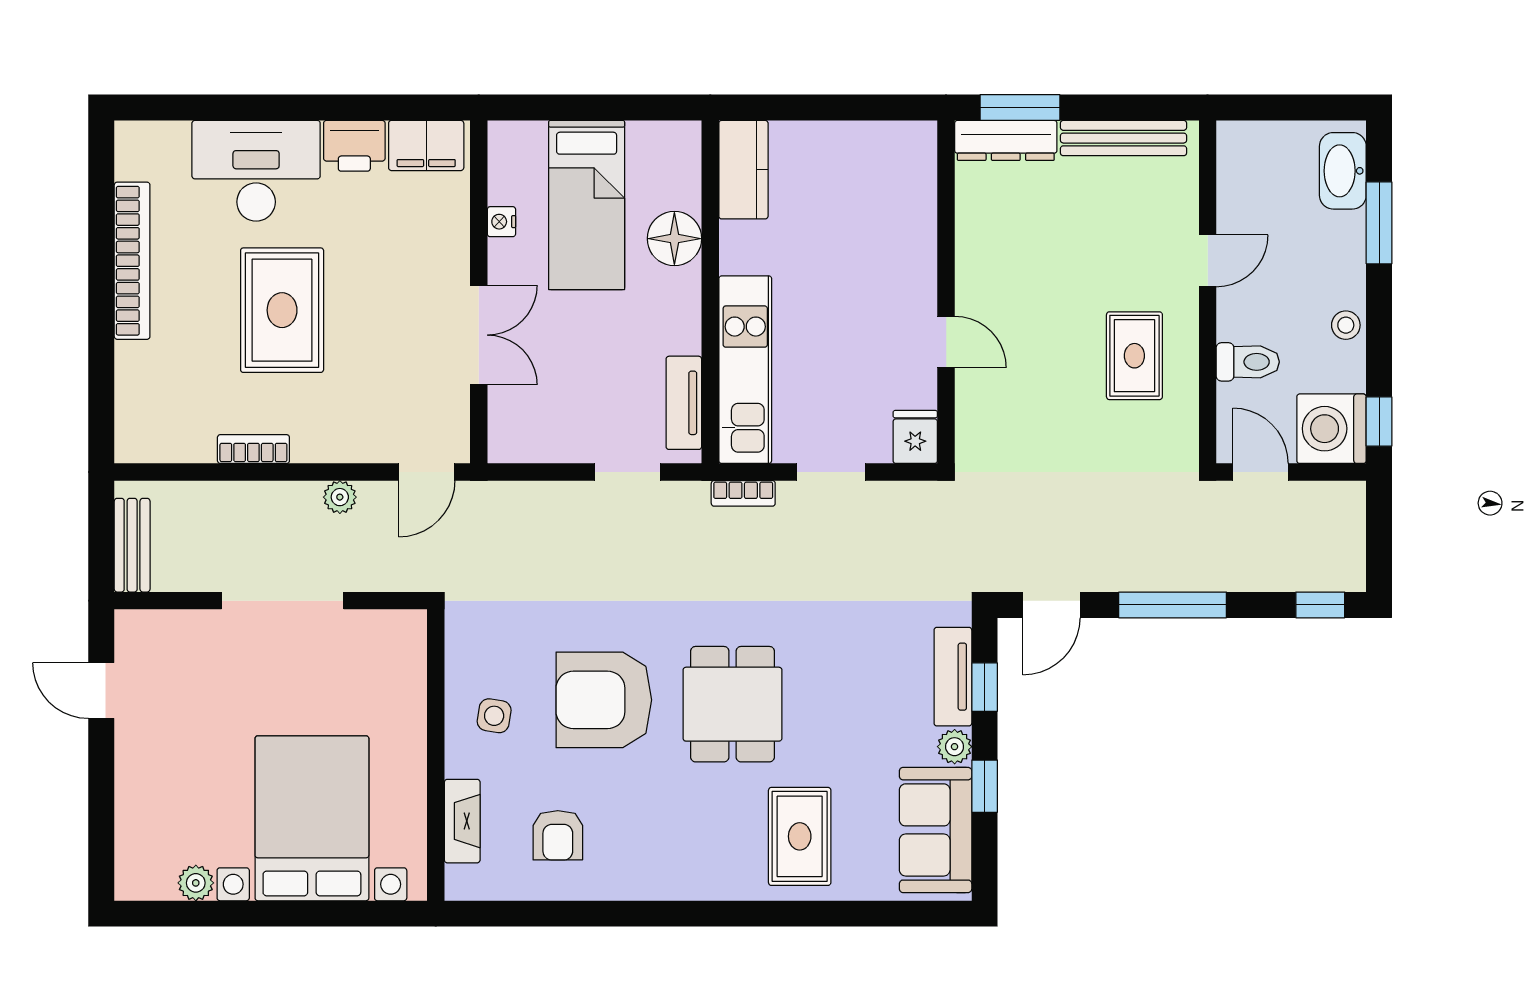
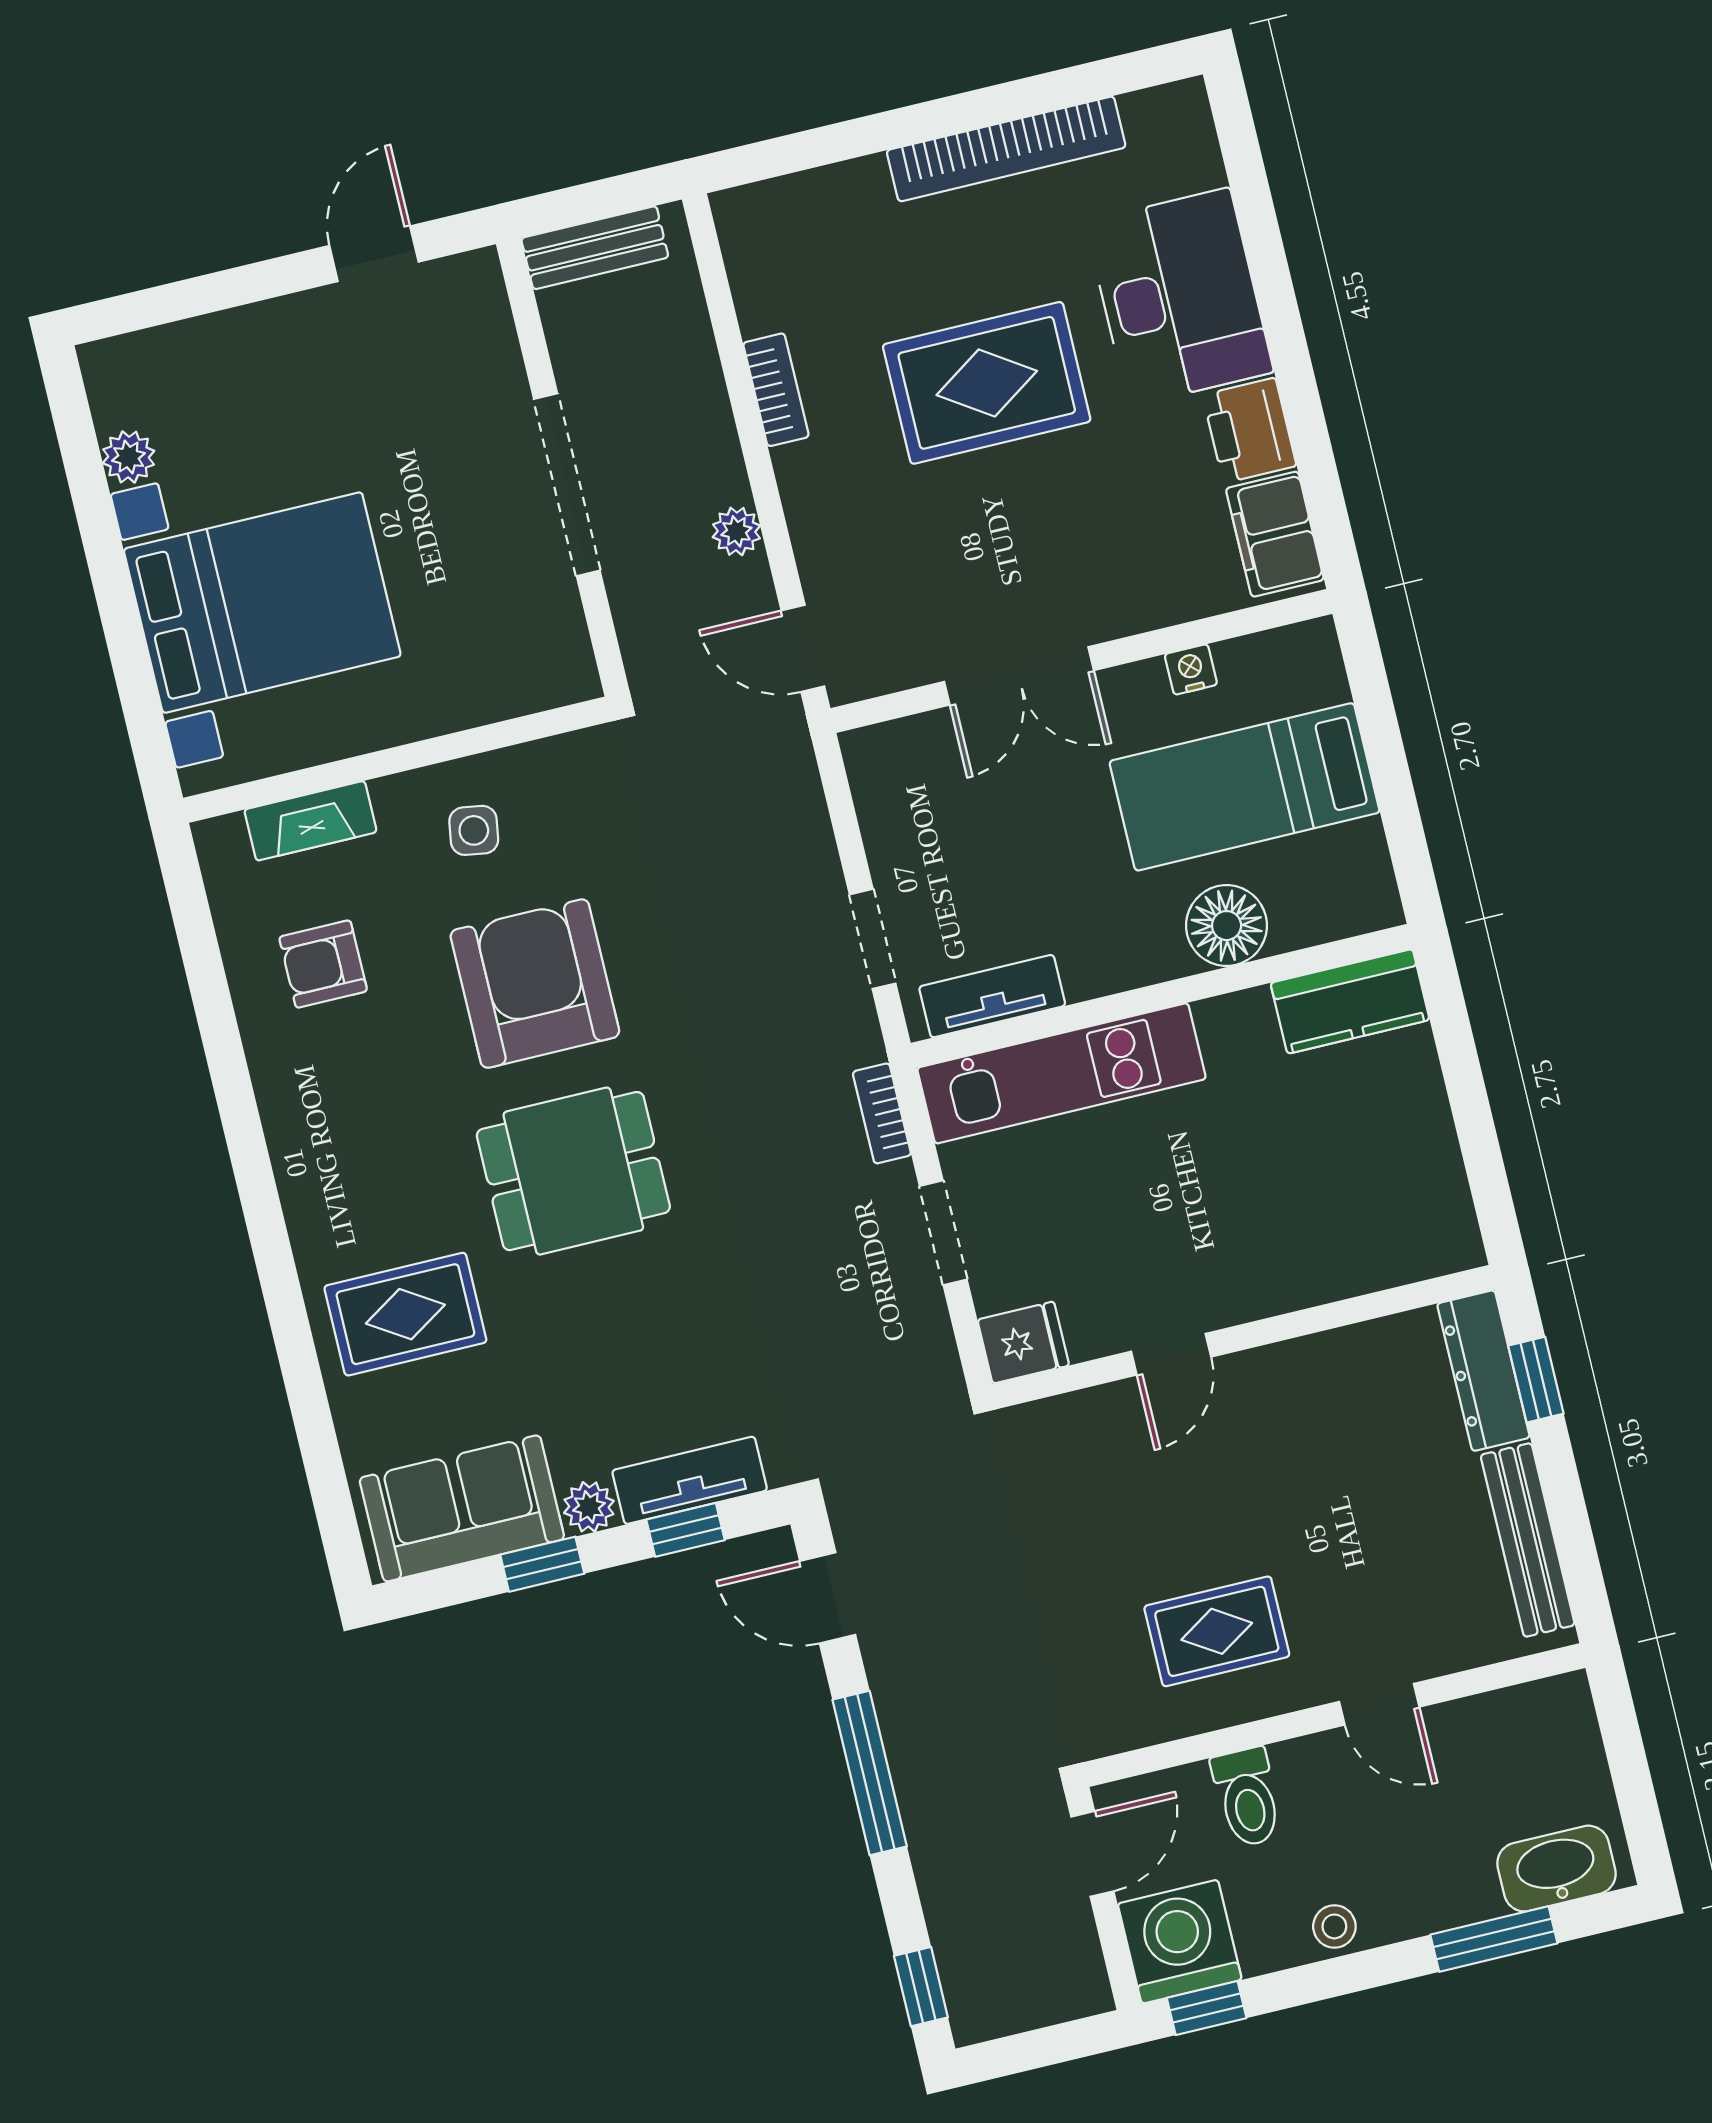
window: (1020, 108) -> (1536, 1380), width x0.67

